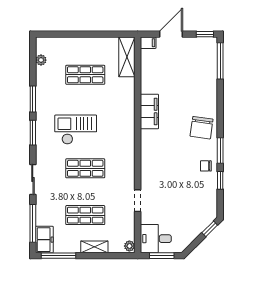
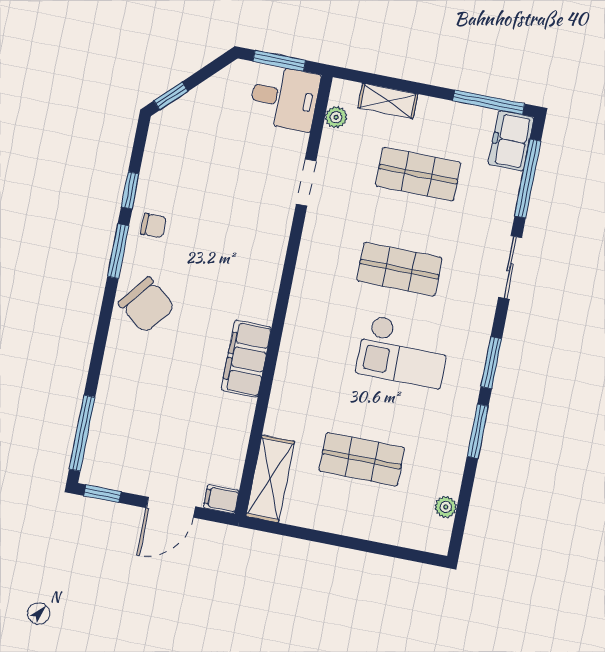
chair: (202, 128) -> (147, 305), turned 120
plant: (129, 246) -> (336, 117), moved
shelving: (94, 247) -> (388, 101), moved

